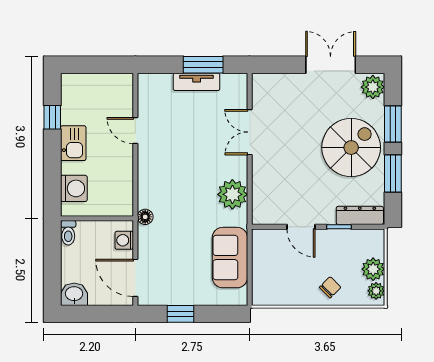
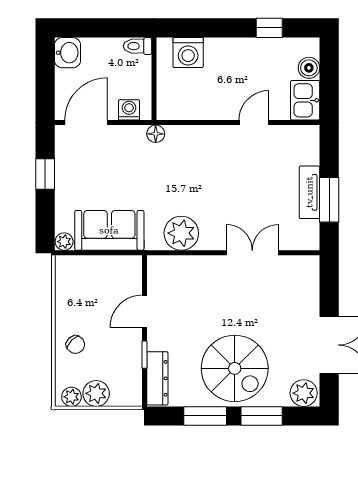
boiler: (87, 82) -> (309, 68), added
kitchen sink: (73, 143) -> (305, 100), moved, turned 90
plant: (240, 297) -> (64, 242), added

